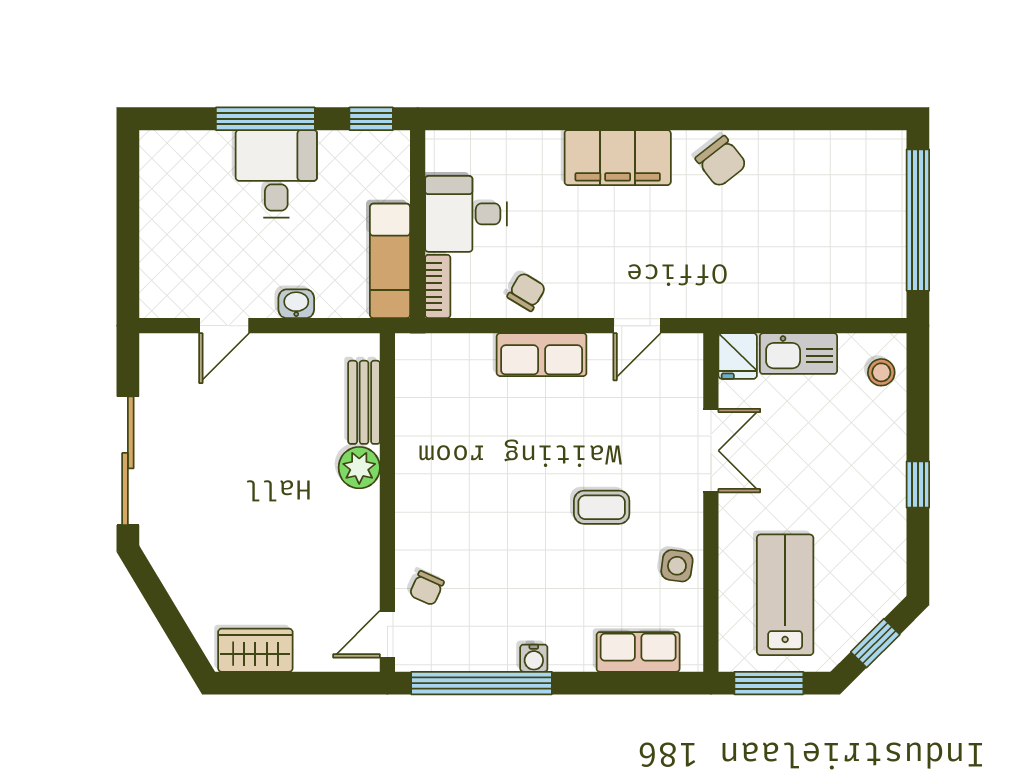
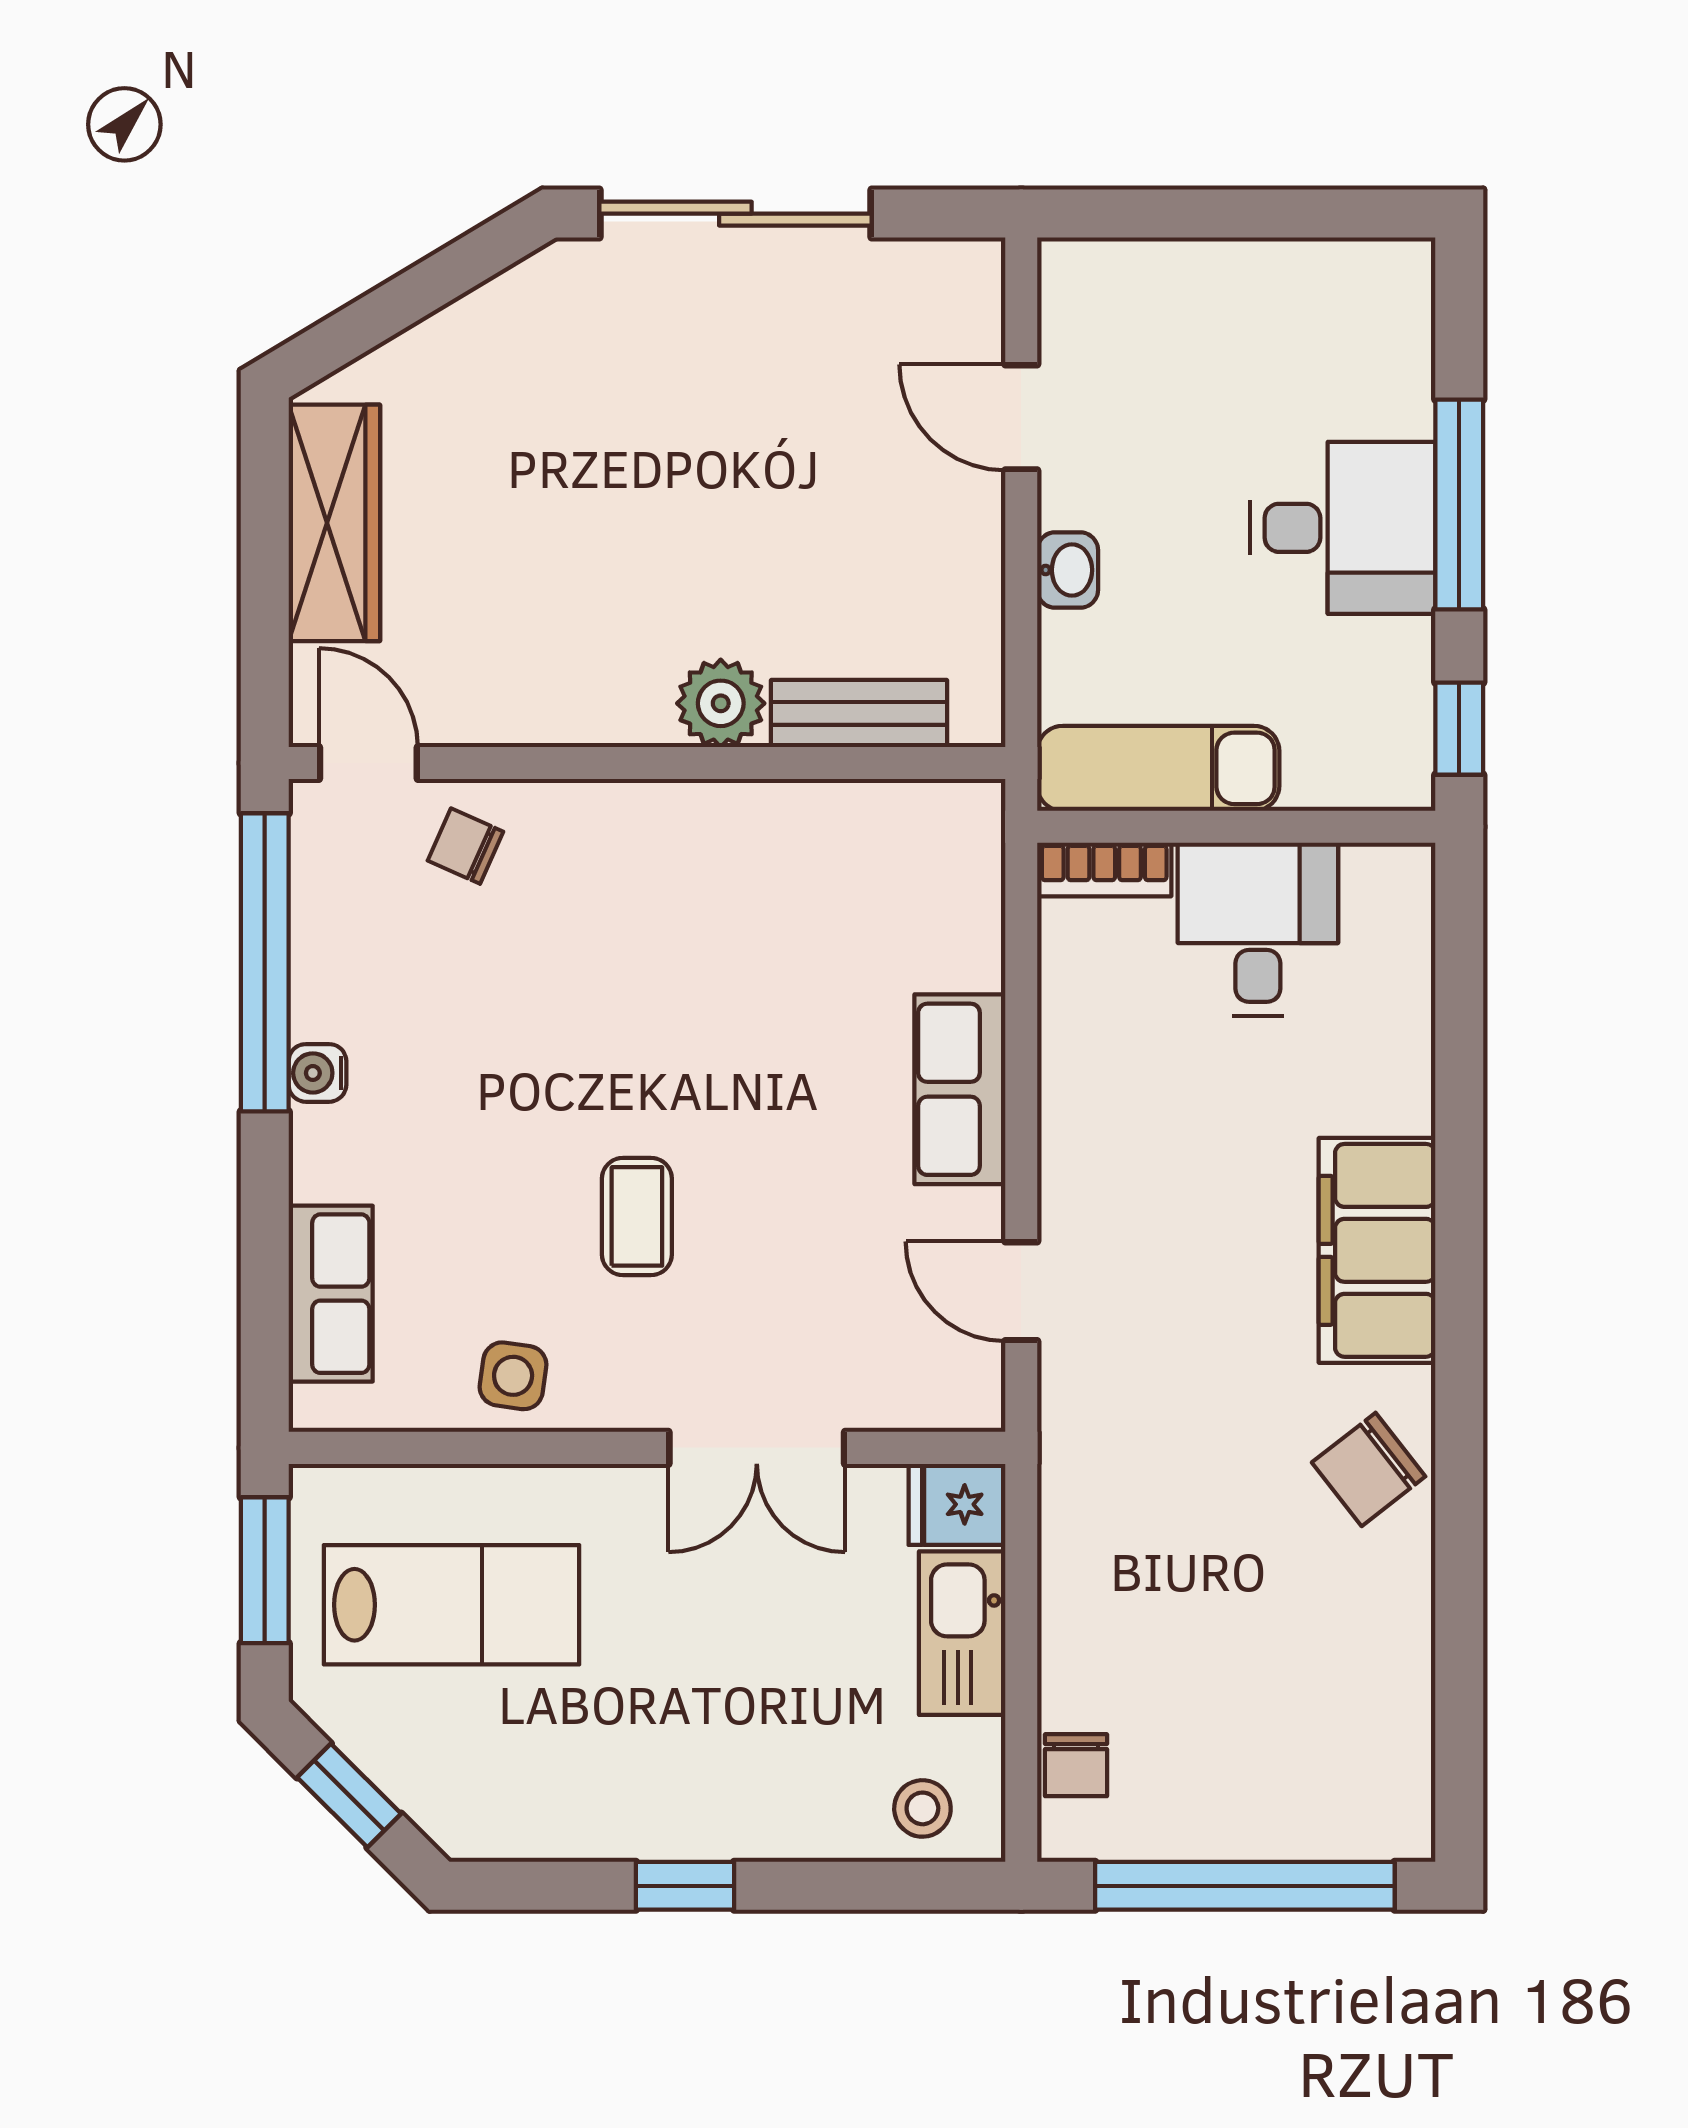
chair: (526, 292) -> (1076, 1765), moved, turned 59
wardrobe: (255, 650) -> (334, 523), width x1.50

